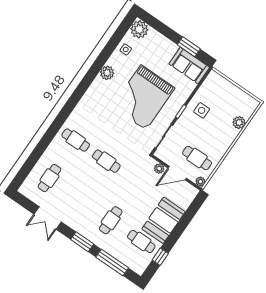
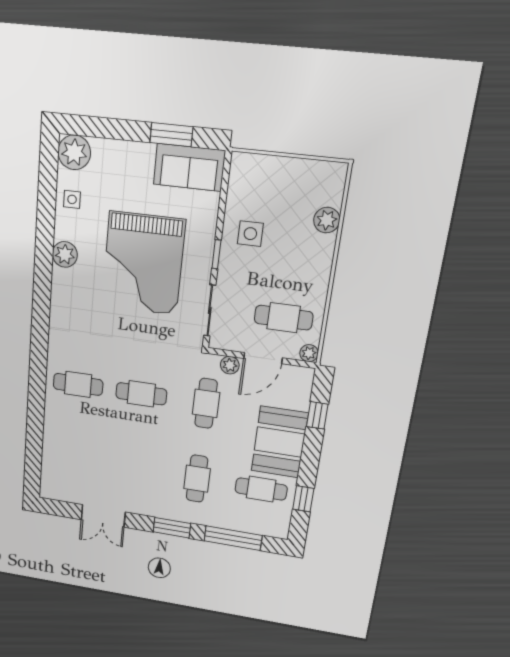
cafe table: (49, 178) -> (206, 403), moved
window: (189, 215) -> (317, 415), added

